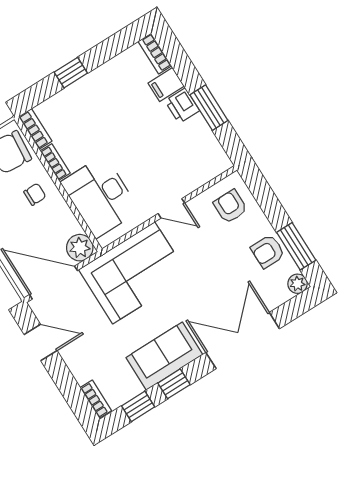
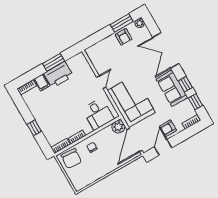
printer: (182, 106) -> (58, 75), width x1.87, depth x1.48
desk: (100, 197) -> (98, 114), width x0.73
armchair: (230, 206) -> (168, 128), moved

